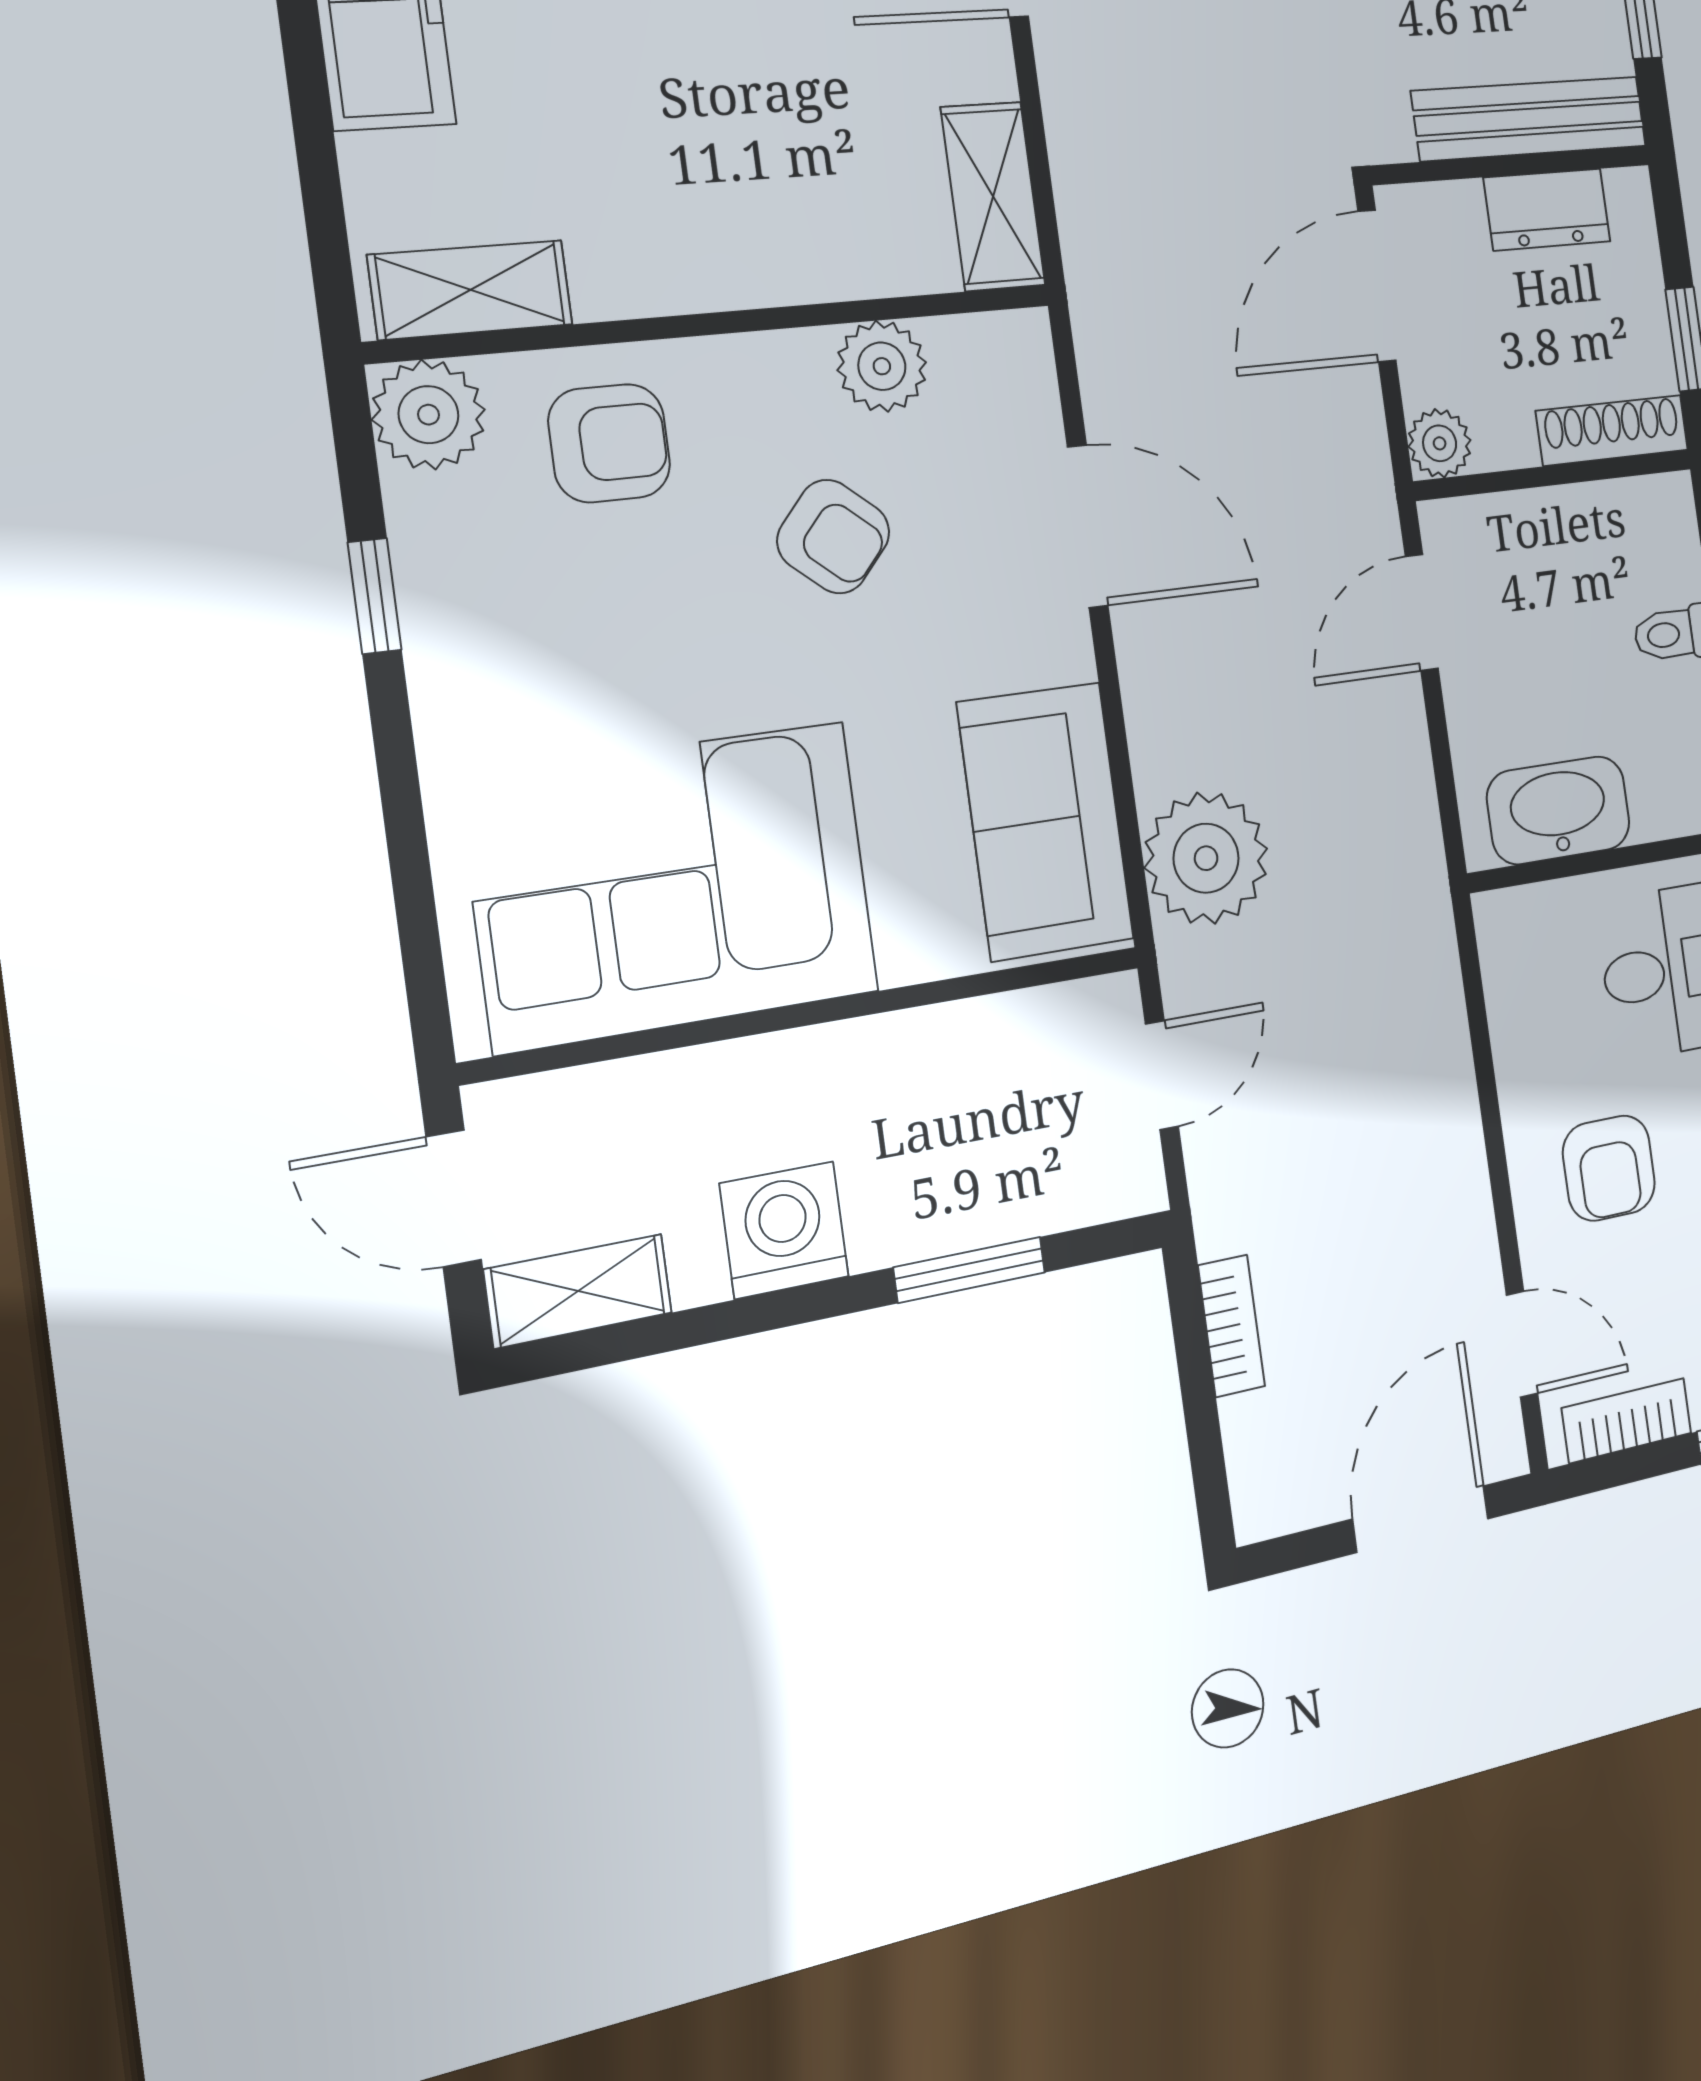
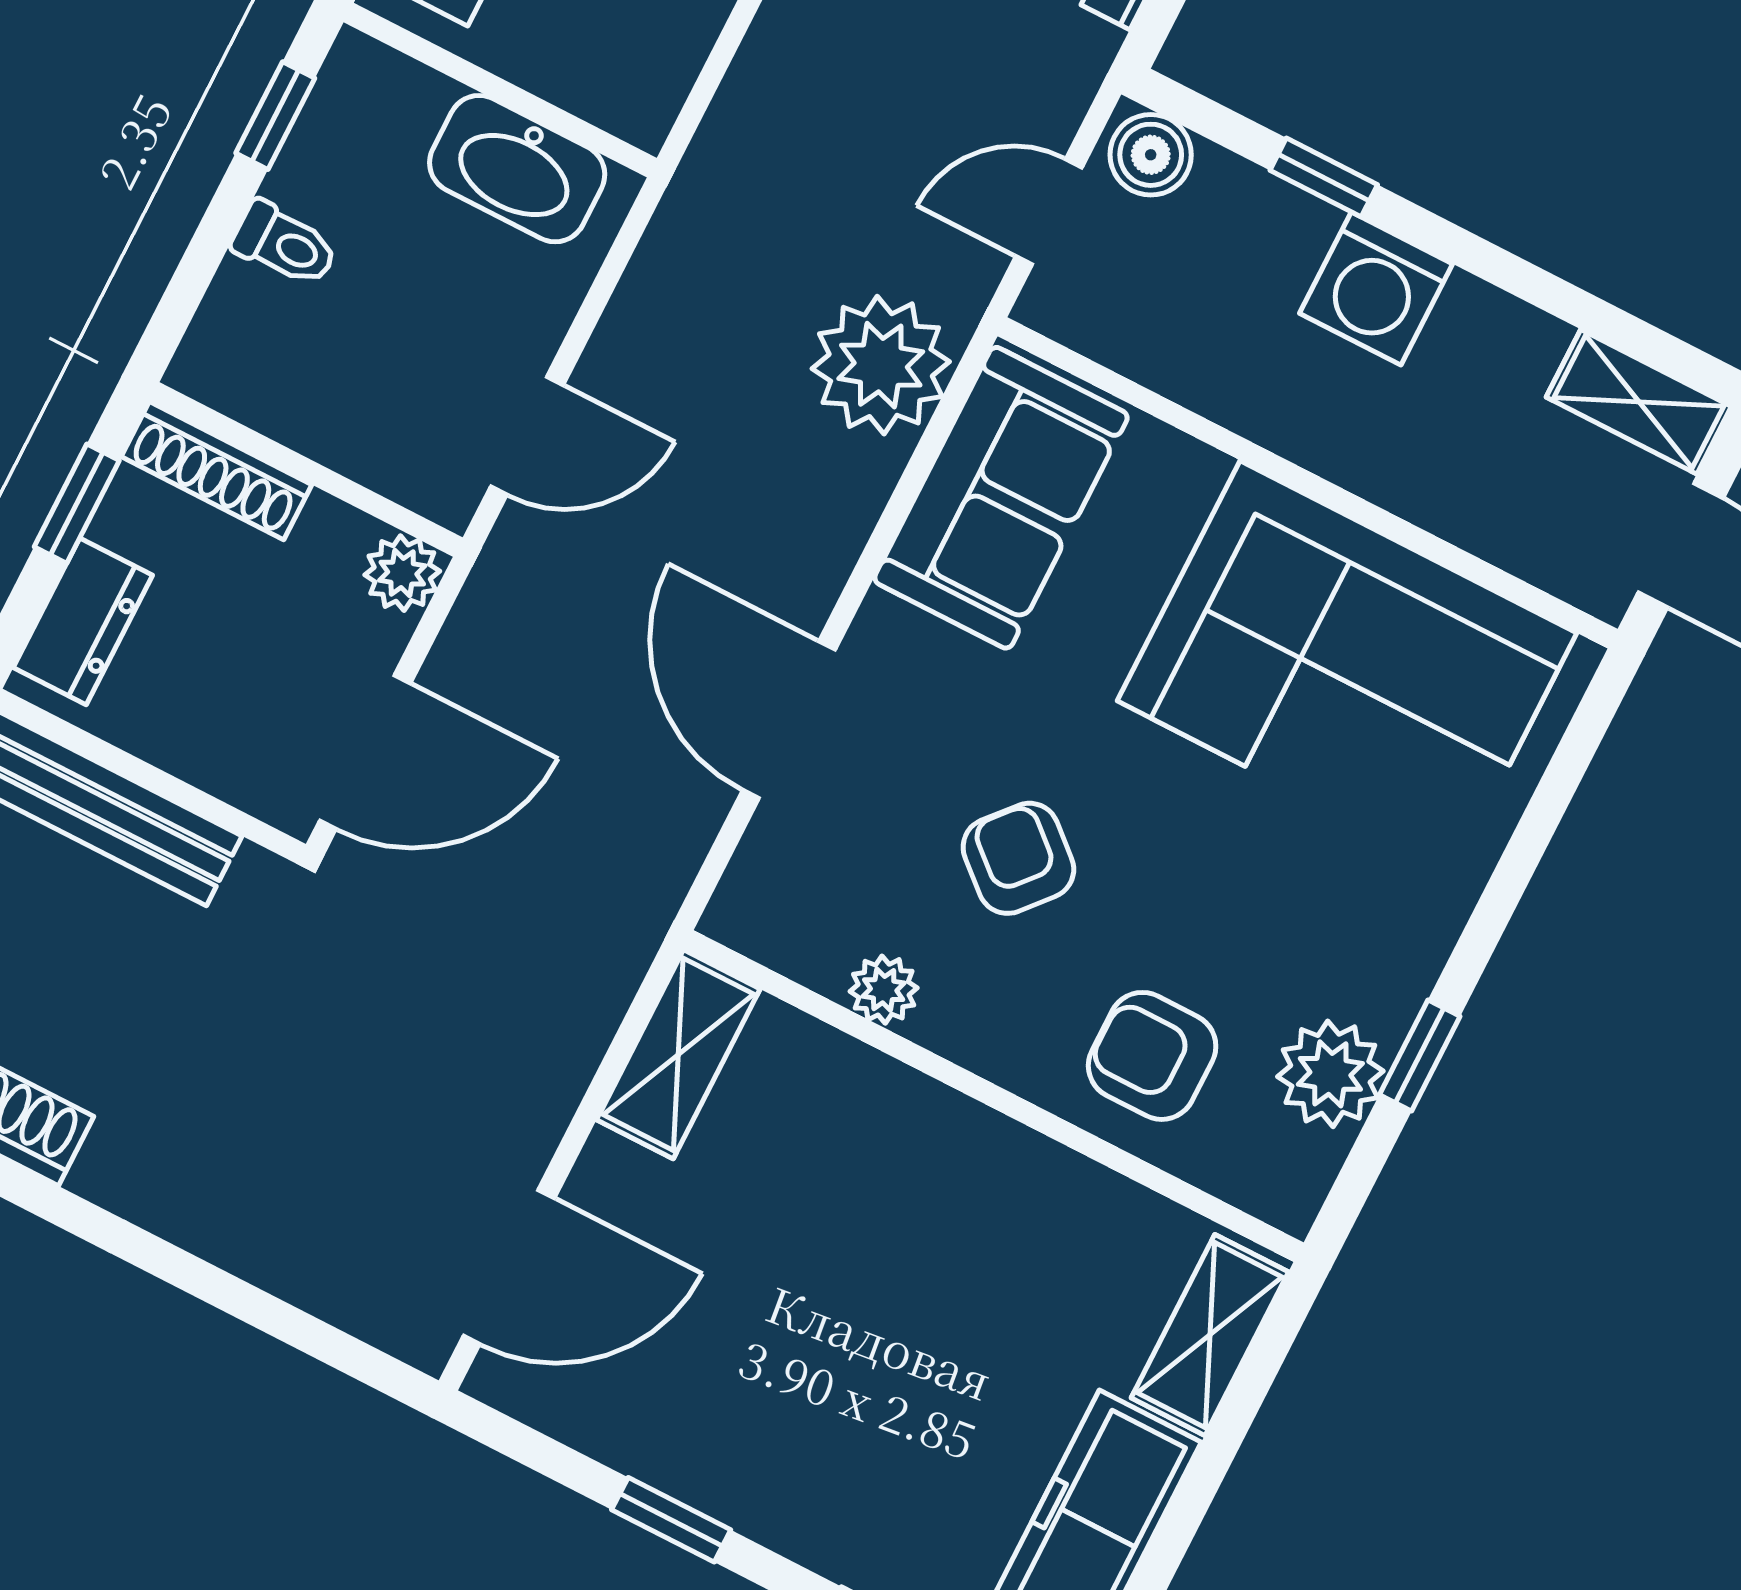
dresser: (1547, 210) -> (83, 621), moved, turned 90
shelving: (470, 290) -> (1210, 1335), moved, turned 90
plant: (882, 366) -> (884, 990), width x0.73, depth x0.73
plant: (428, 415) -> (1330, 1074), moved
boiler: (1116, 1181) -> (1151, 155), added
washing machine: (784, 1230) -> (1376, 289), moved
window: (970, 1270) -> (1324, 177), width x0.67

